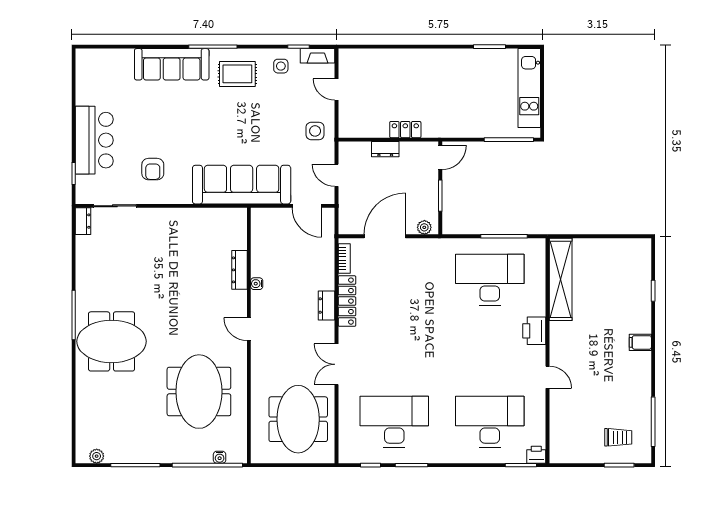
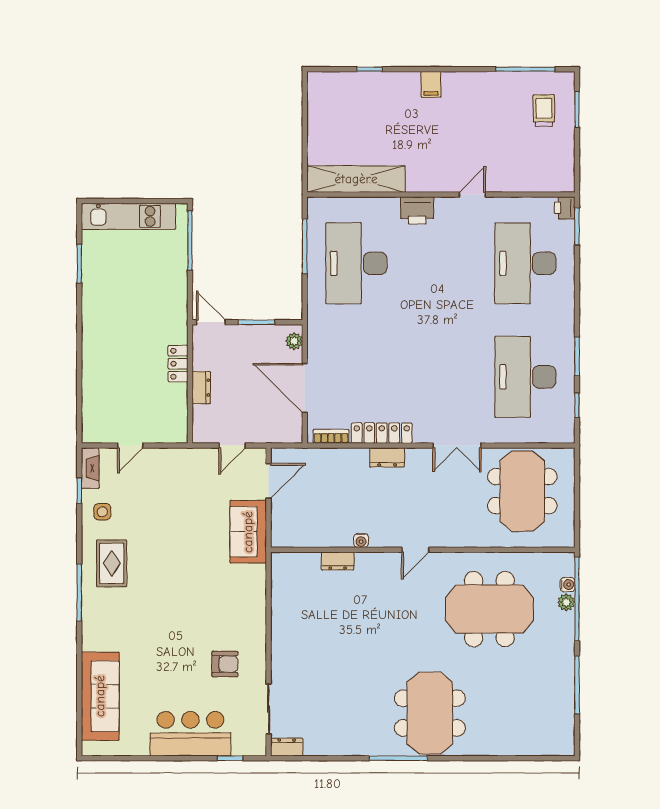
sofa: (172, 64) -> (100, 696), moved
side table: (315, 131) -> (179, 471), removed
sofa: (242, 185) -> (248, 532), width x0.54, depth x0.79
dresser: (239, 270) -> (338, 561), width x0.70
meeting table: (298, 419) -> (522, 491), turned 90
plant: (97, 456) -> (566, 602), moved

